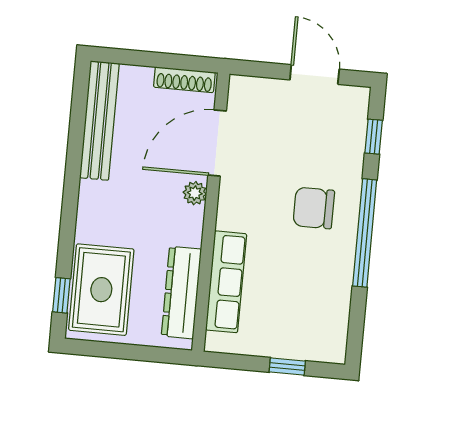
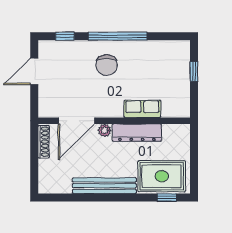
bench: (99, 121) -> (104, 186), moved
door: (217, 143) -> (76, 121), hinge flipped
row of seats: (226, 282) -> (142, 109), width x0.68
dresser: (181, 293) -> (137, 133), moved

